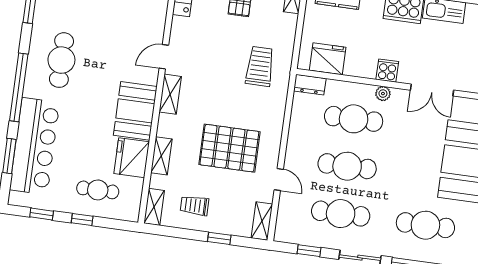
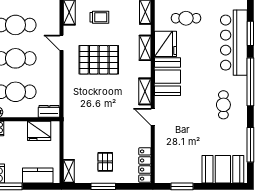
door: (164, 57) -> (153, 117), swing flipped
cafe table: (61, 60) -> (223, 105), width x0.73, depth x0.74
trolley: (260, 66) -> (85, 119), removed
trolley: (195, 205) -> (99, 17), moved

